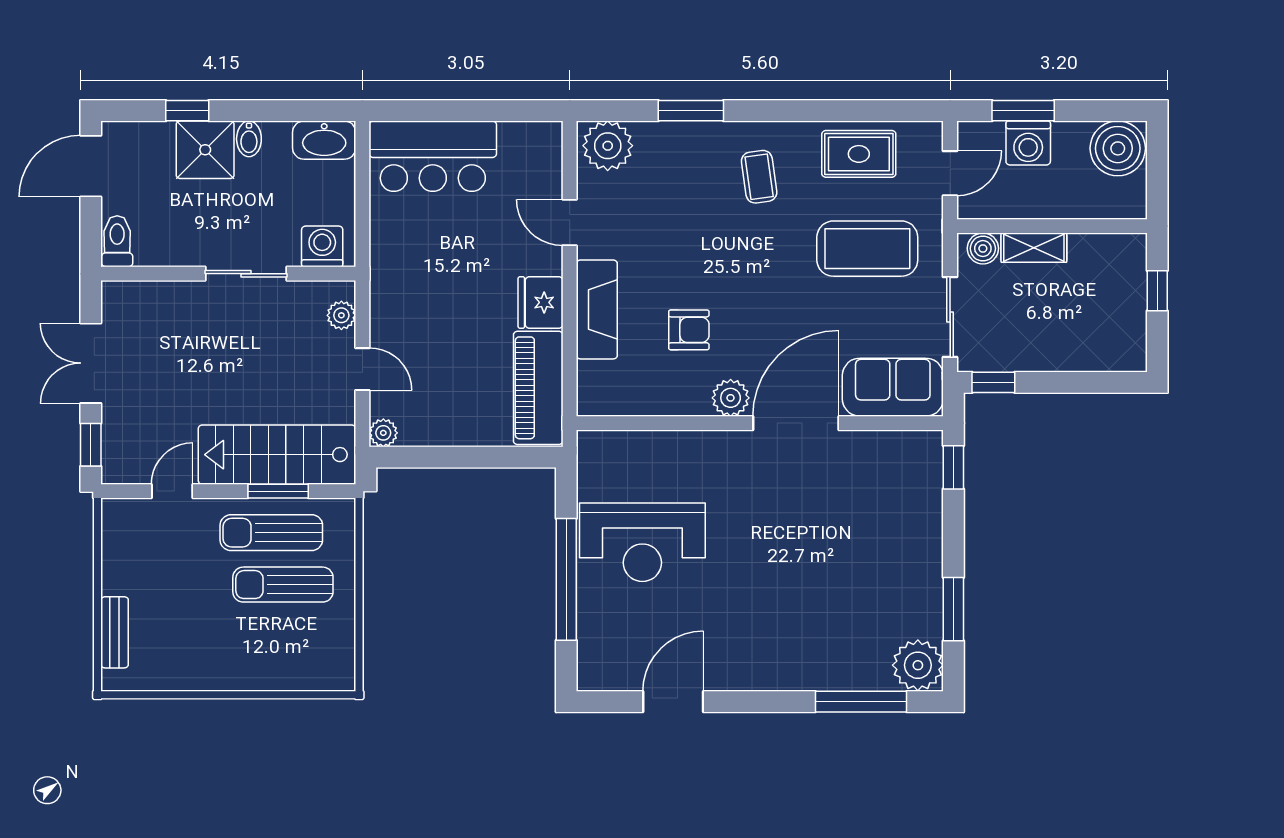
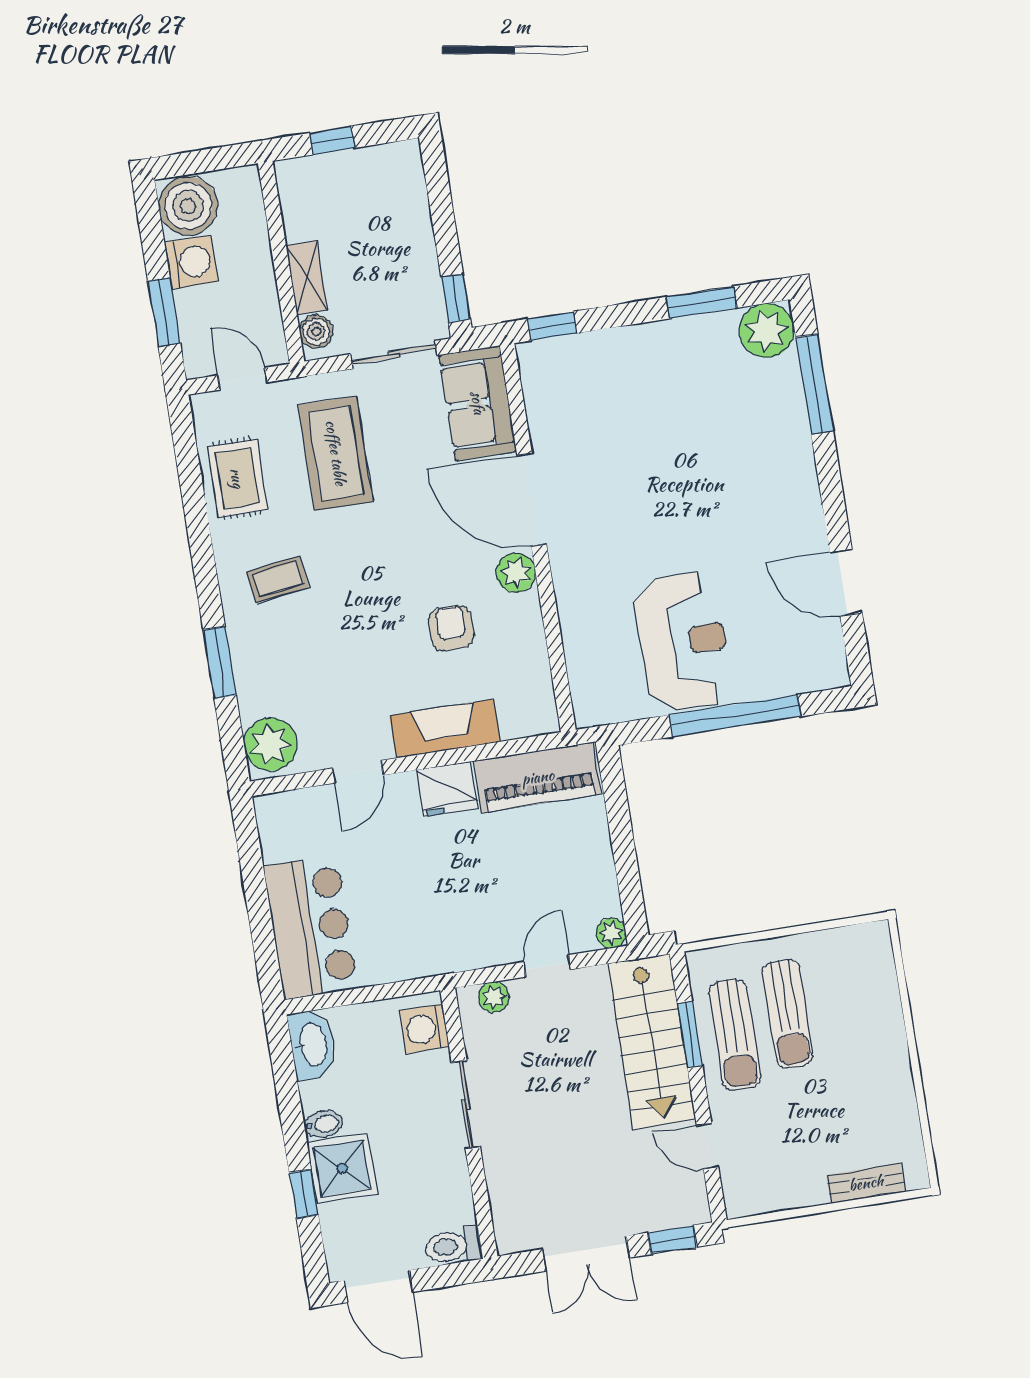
washing machine: (1028, 143) -> (191, 262), moved

